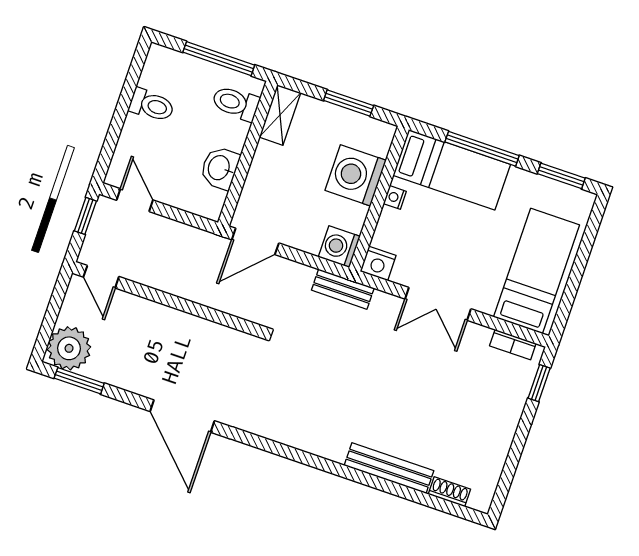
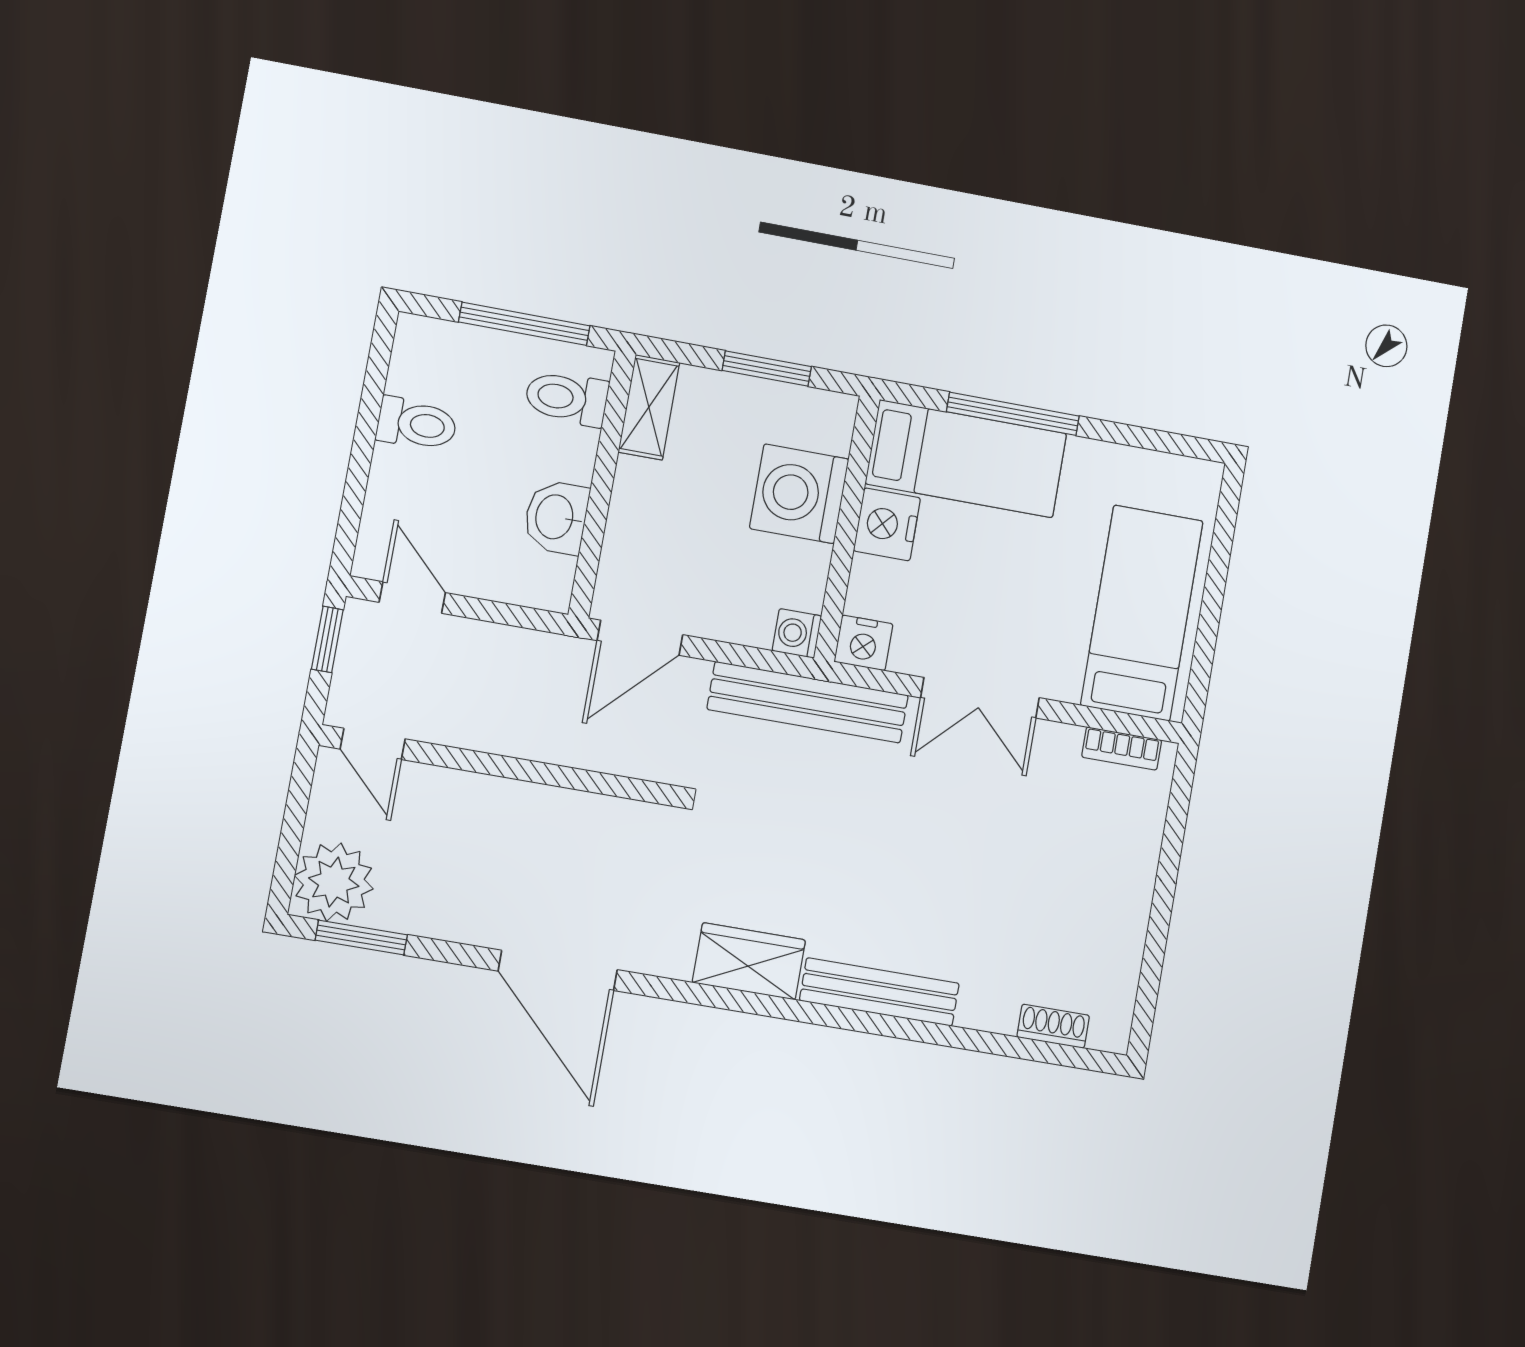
window: (561, 176) -> (1157, 440), removed
nightstand: (395, 197) -> (887, 524), width x1.89, depth x1.79
washing machine: (339, 247) -> (797, 633), width x0.73, depth x0.73
bench: (343, 289) -> (808, 702), width x1.86, depth x1.21
window: (539, 383) -> (1178, 809), removed
wardrobe: (287, 428) -> (749, 961), added
bench: (389, 468) -> (879, 992), moved

